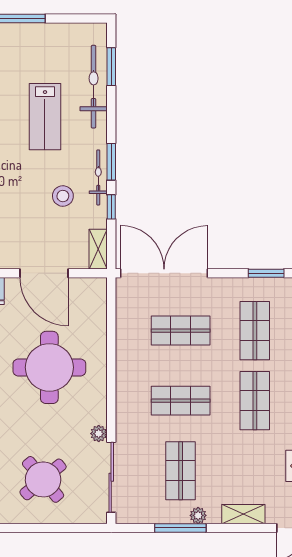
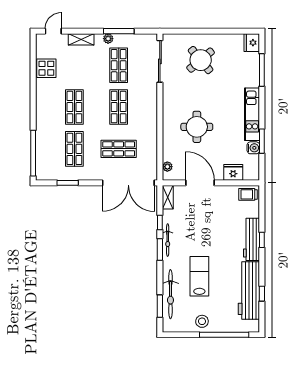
stool: (63, 196) -> (202, 321), moved
round table: (49, 367) -> (197, 127), width x0.73, depth x0.73
shop shelf: (181, 401) -> (119, 107), turned 90
plant: (99, 434) -> (167, 167), moved

